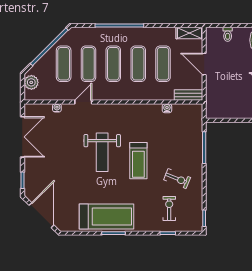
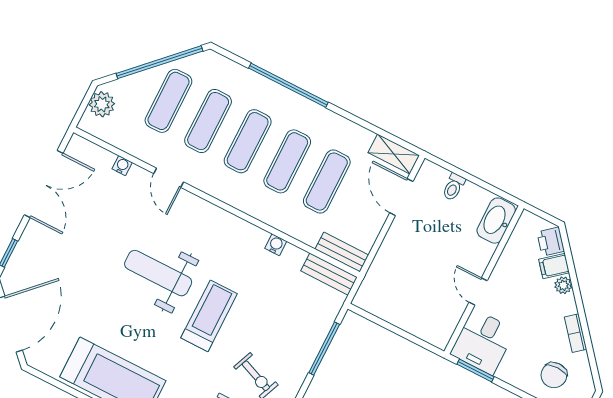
door: (204, 64) -> (401, 197), moved
door: (83, 102) -> (169, 178), swing flipped
water cooler: (167, 108) -> (276, 245), moved
bench: (188, 109) -> (329, 274), added
weight bench: (102, 152) -> (158, 273), turned 90
treadmill: (138, 161) -> (209, 316), turned 180

